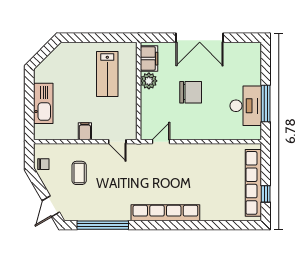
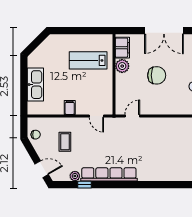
lab bench: (107, 74) -> (88, 60), turned 90
door: (51, 206) -> (42, 169), swing flipped
row of seats: (165, 213) -> (109, 174), moved
plant: (91, 215) -> (75, 176), added
window: (103, 225) -> (84, 185), width x0.32

